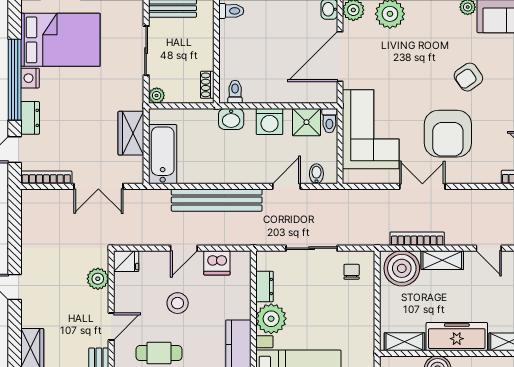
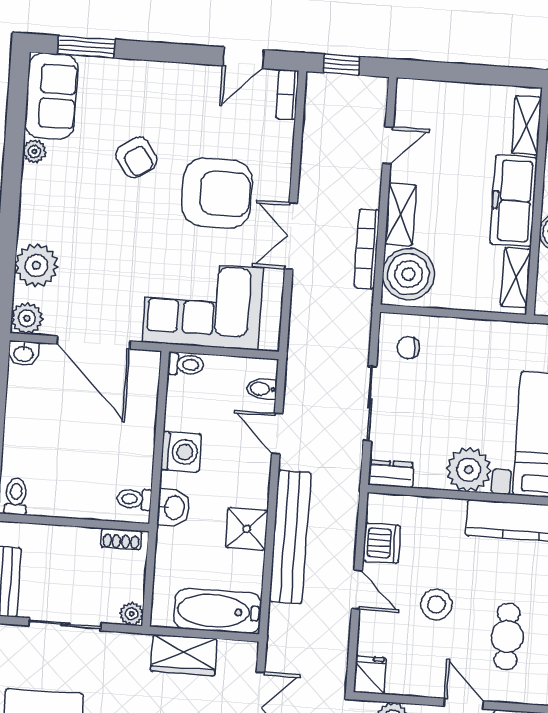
shower: (306, 122) -> (247, 529), moved
dresser: (265, 286) -> (391, 474), moved

